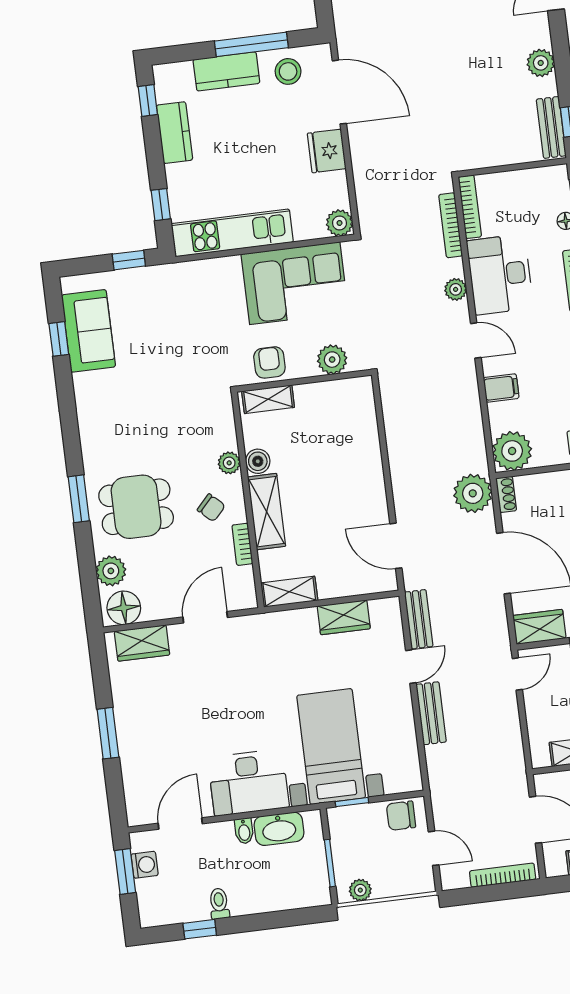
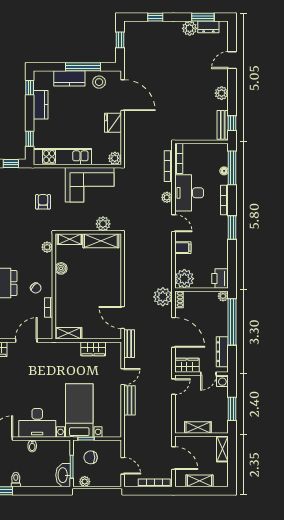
armchair: (269, 362) -> (43, 202), moved
plant: (229, 463) -> (47, 247), moved
shelving: (267, 512) -> (101, 241), moved, turned 90
bench: (419, 619) -> (129, 344), moved
chair: (401, 816) -> (91, 457), moved
washbasin: (279, 829) -> (63, 475), moved, turned 90

